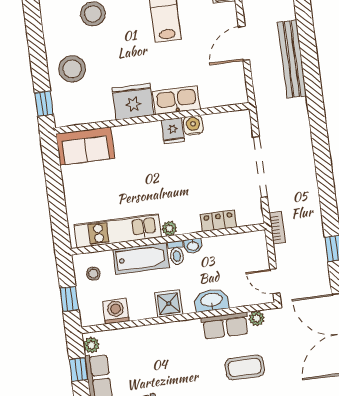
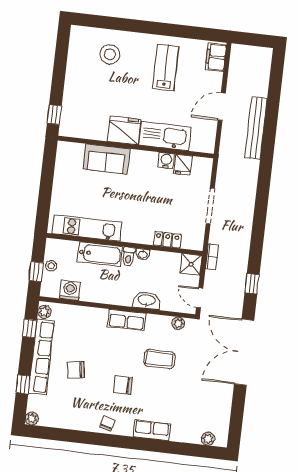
stool: (72, 69) -> (83, 93), removed
kitchen sink: (176, 100) -> (165, 136), width x1.36, depth x1.24
fridge: (173, 131) -> (183, 165), moved
sofa: (85, 146) -> (106, 159), moved
doorway: (260, 167) -> (210, 206), width x0.73
plant: (169, 228) -> (128, 236), removed
stool: (93, 274) -> (51, 266), moved
shower: (169, 304) -> (191, 264), moved
row of seats: (225, 326) -> (126, 320), moved

